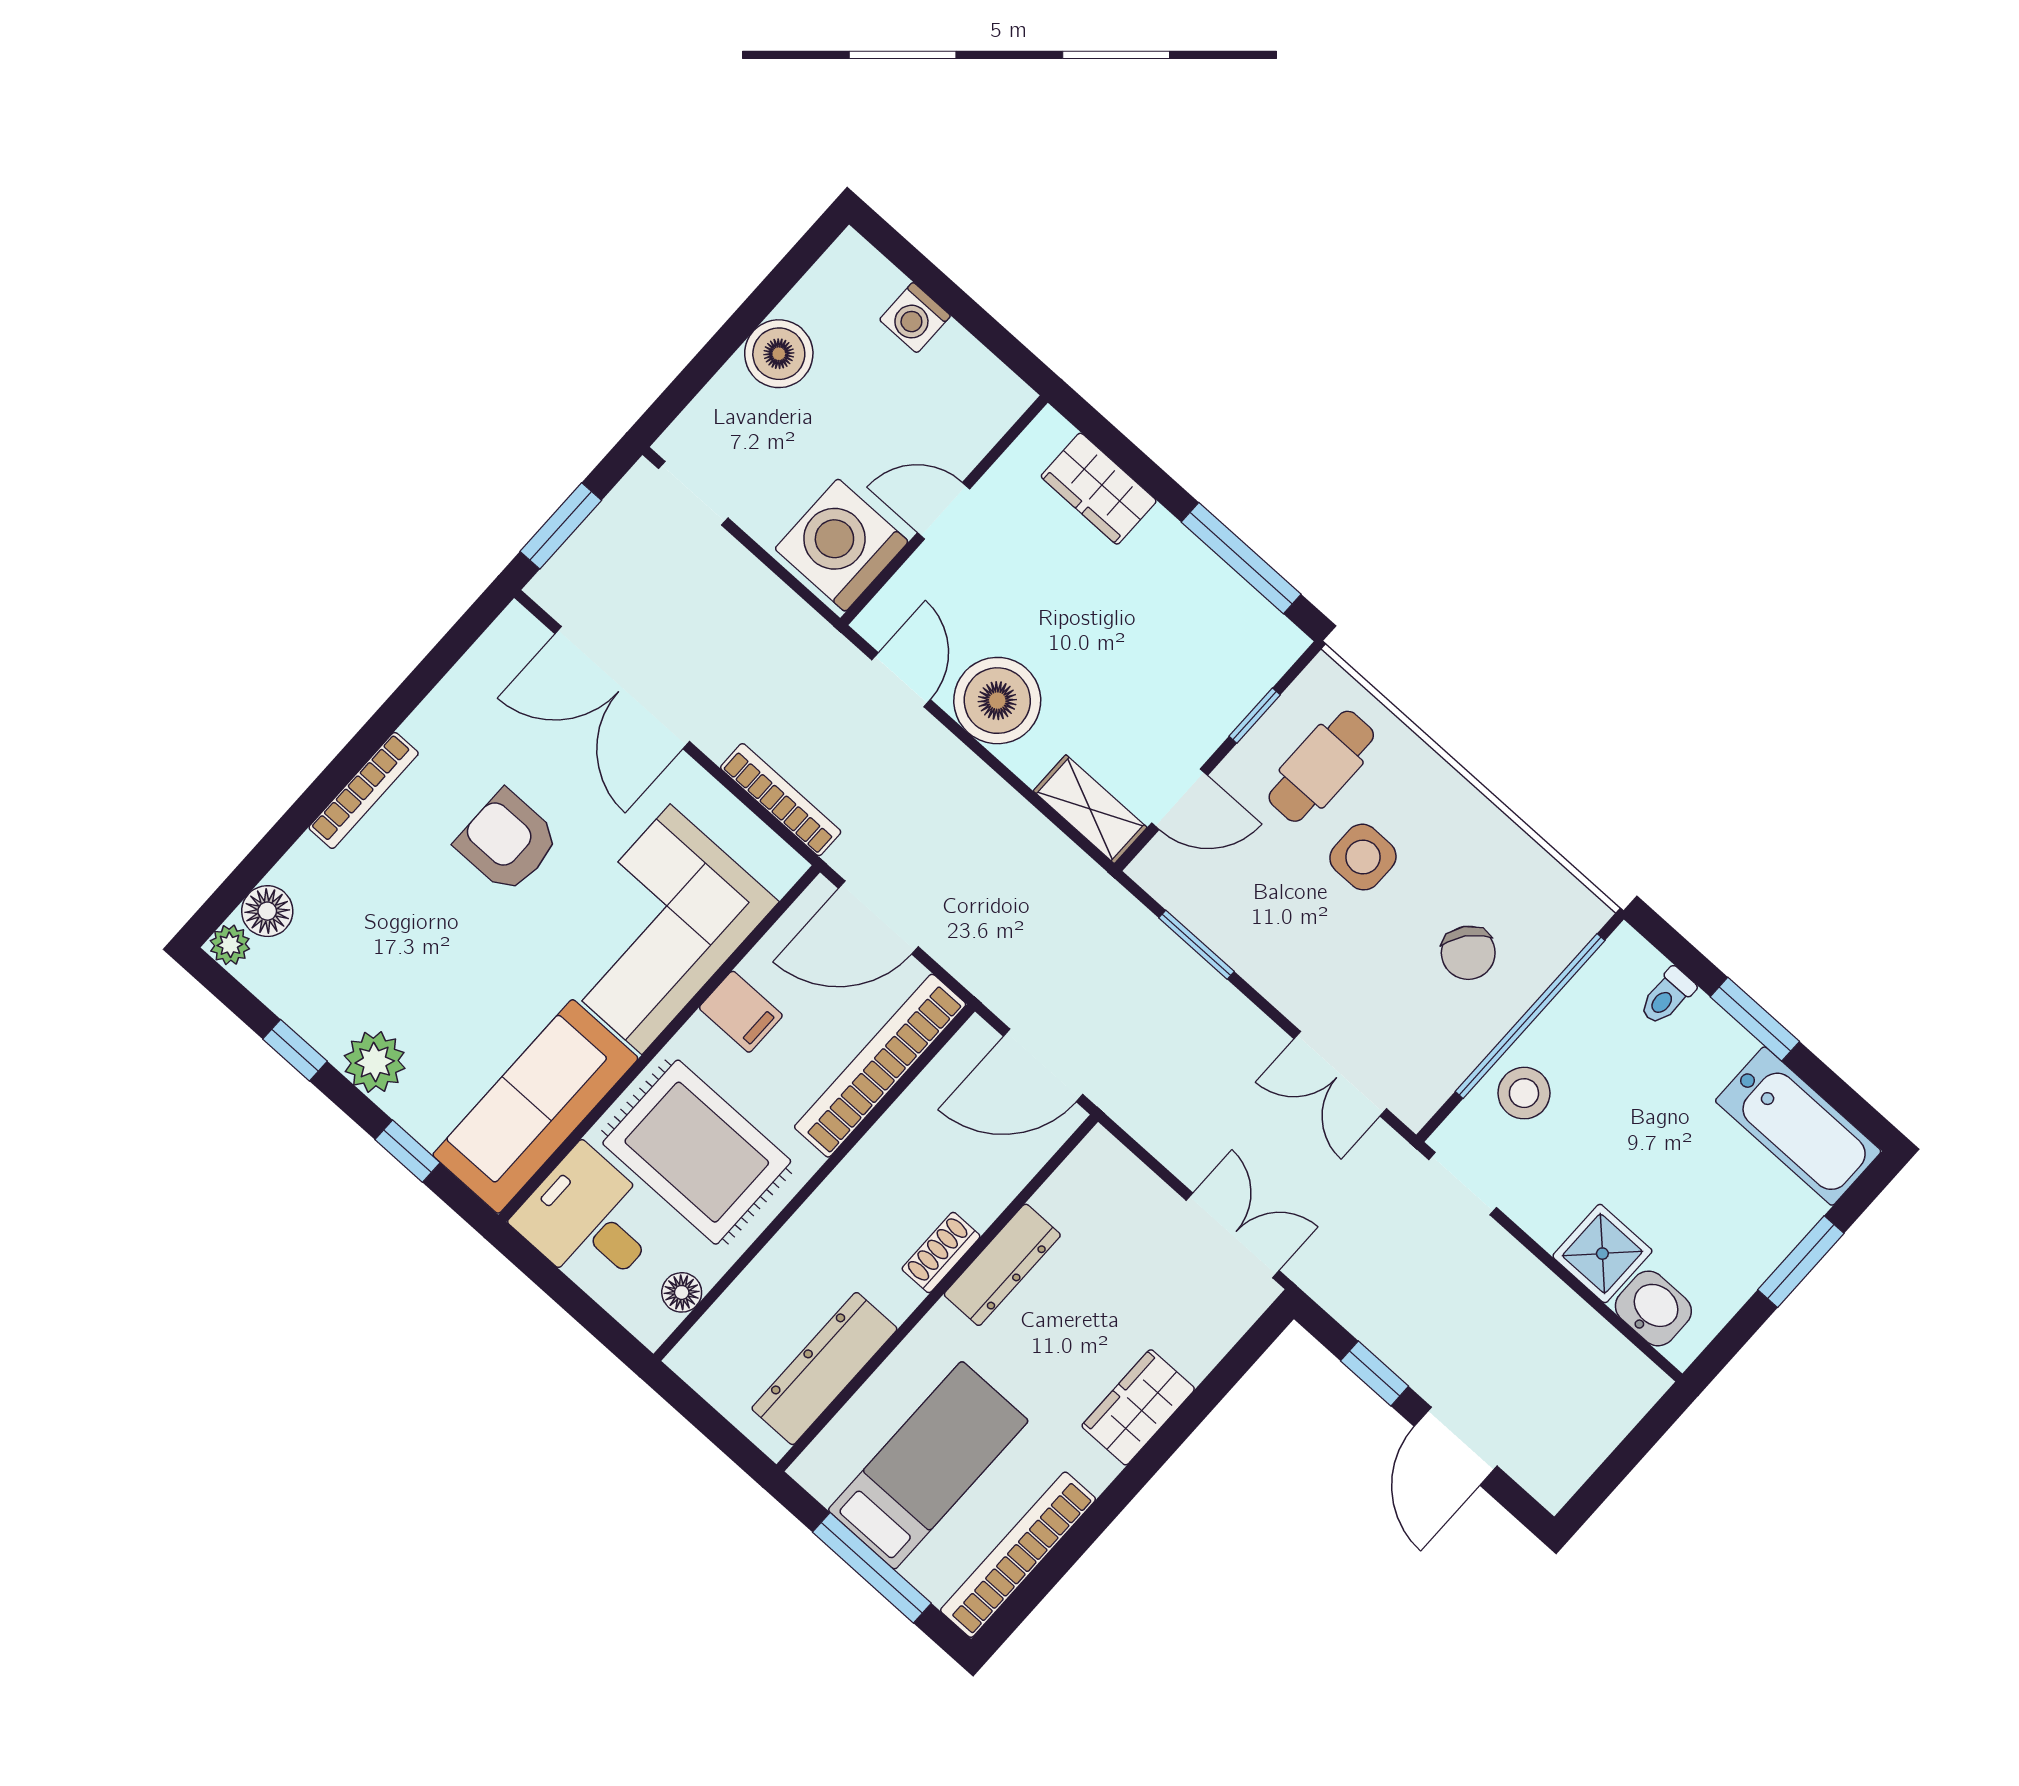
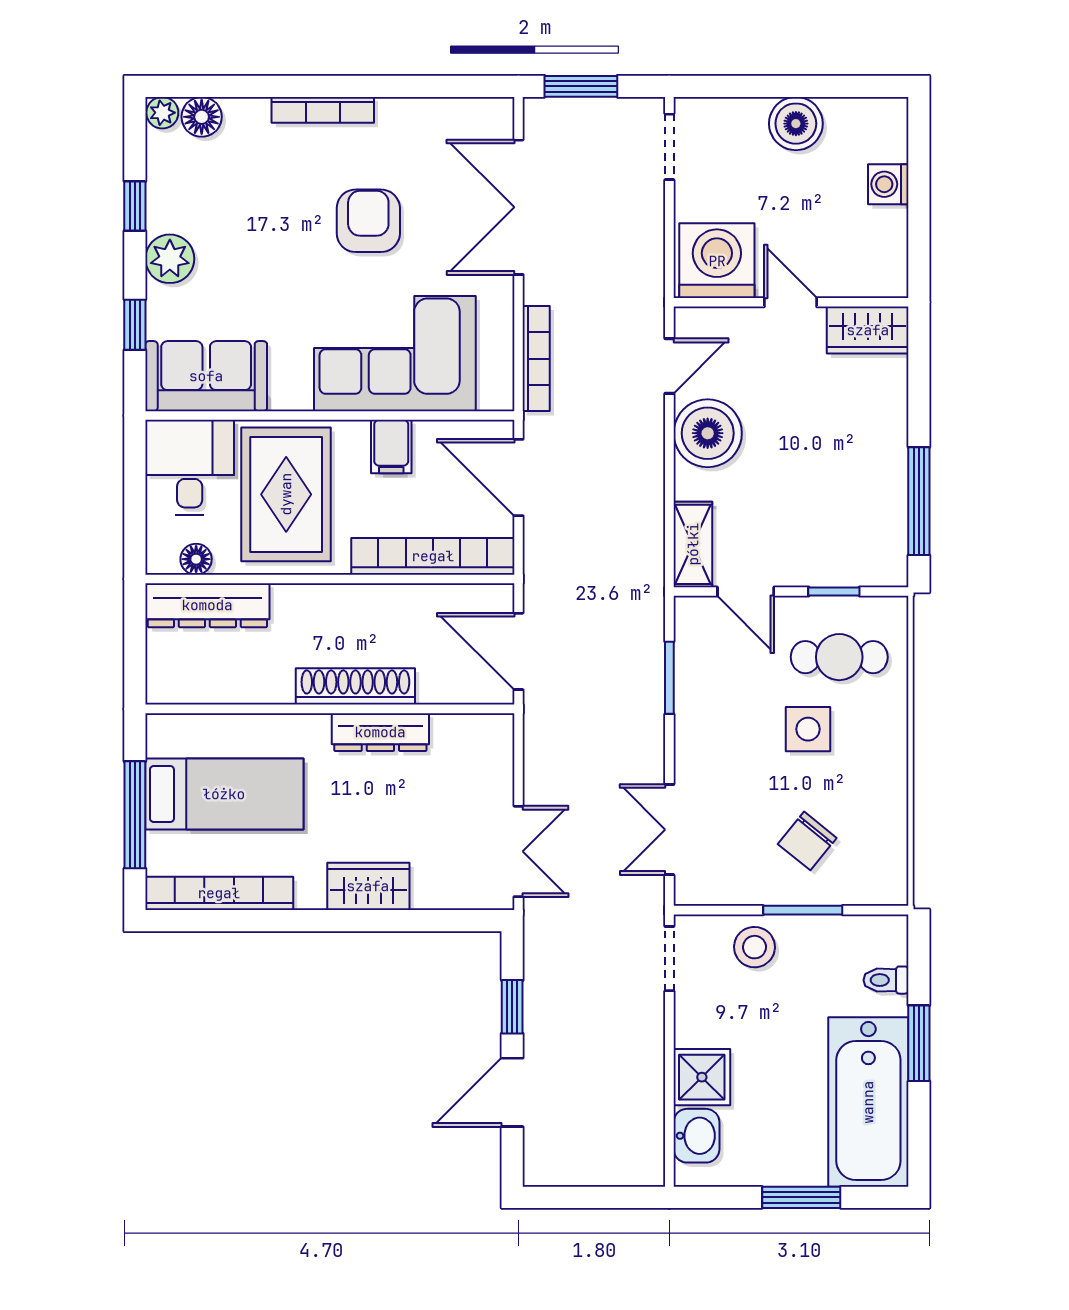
wardrobe: (1099, 489) -> (868, 330), moved, turned -90
window: (1530, 1016) -> (803, 910), width x0.47
sofa: (535, 1106) -> (206, 376), width x0.73
bathtub: (1798, 1126) -> (868, 1102), width x1.36, depth x1.36
shoe rack: (941, 1252) -> (355, 686), width x1.94, depth x1.24
dresser: (824, 1369) -> (207, 605), moved, turned 180

